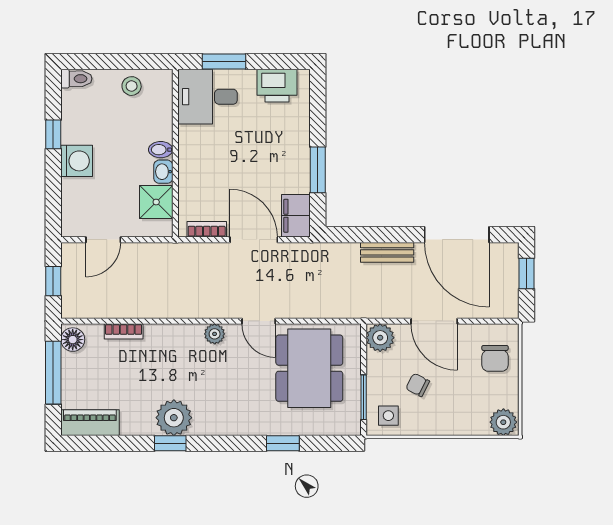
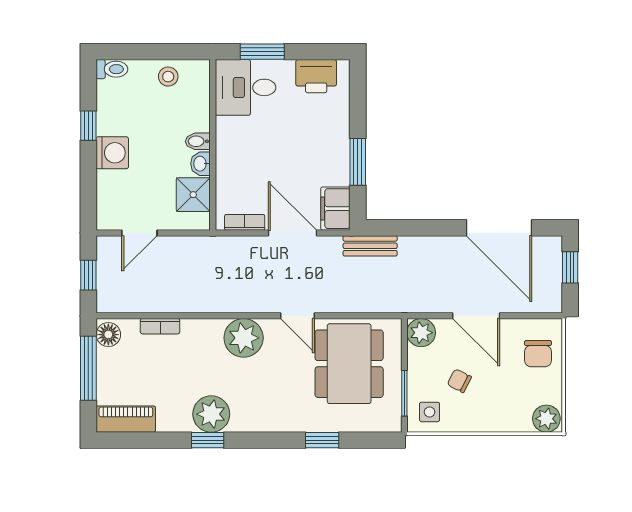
bench: (387, 252) -> (370, 246), moved
plant: (215, 334) -> (244, 338), width x1.88, depth x1.88

